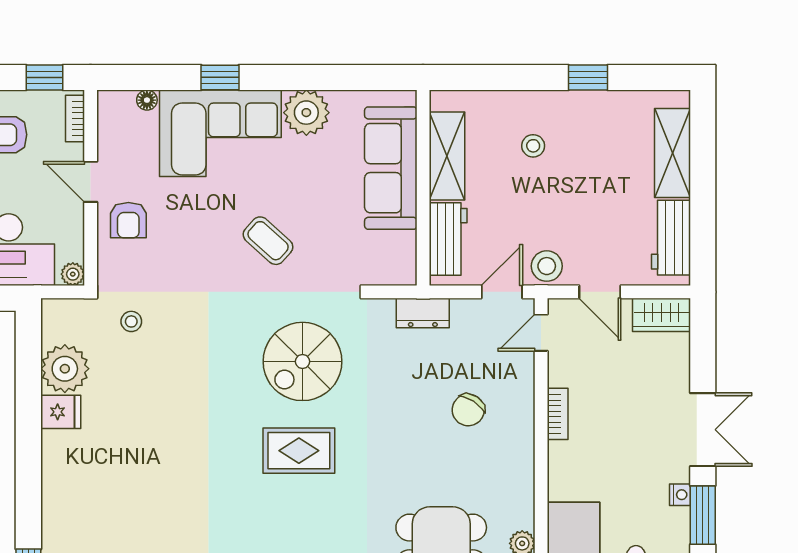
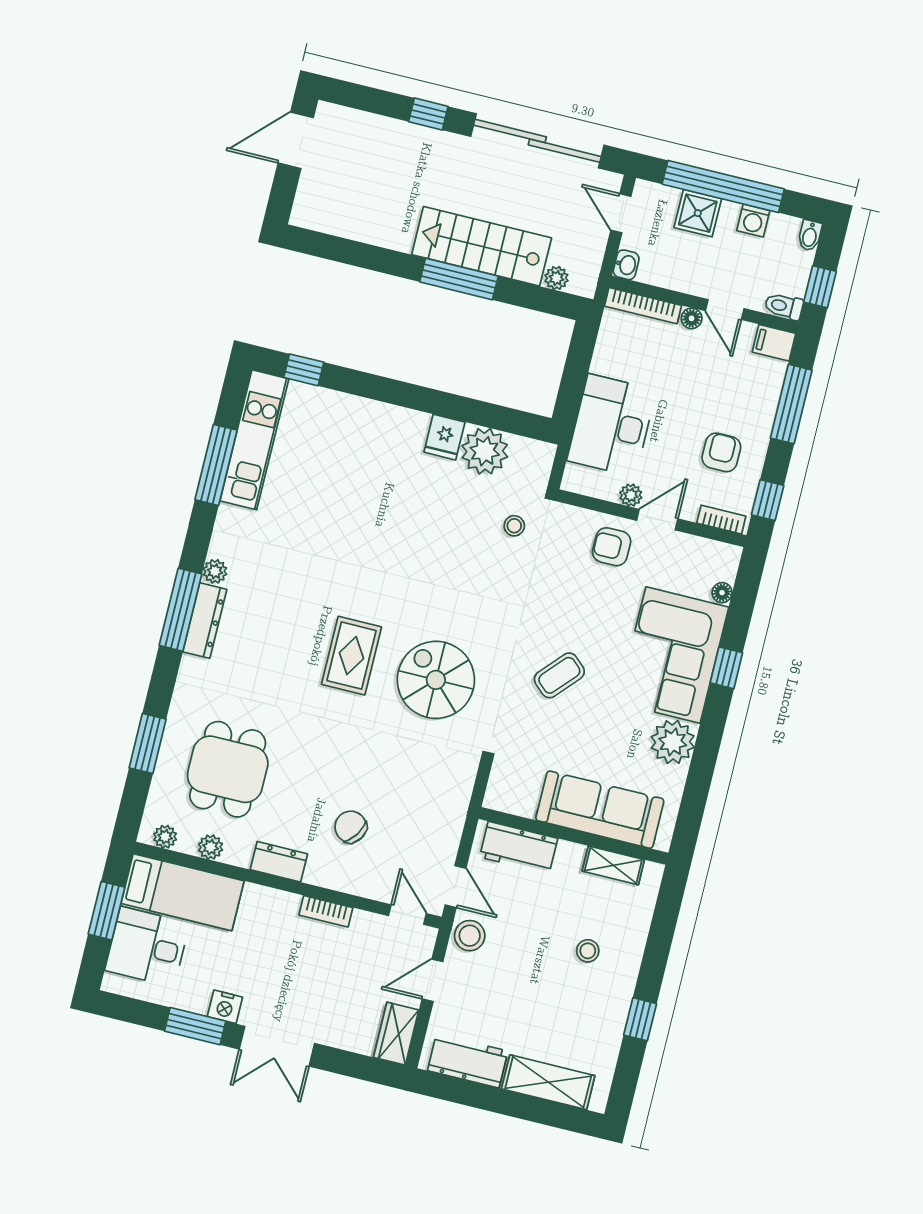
shelving: (447, 156) -> (613, 865), width x0.67, depth x0.75
plant: (73, 274) -> (631, 495), moved
dresser: (423, 313) -> (279, 862), moved, turned 90
nightstand: (680, 495) -> (225, 1007), width x1.39, depth x1.35

